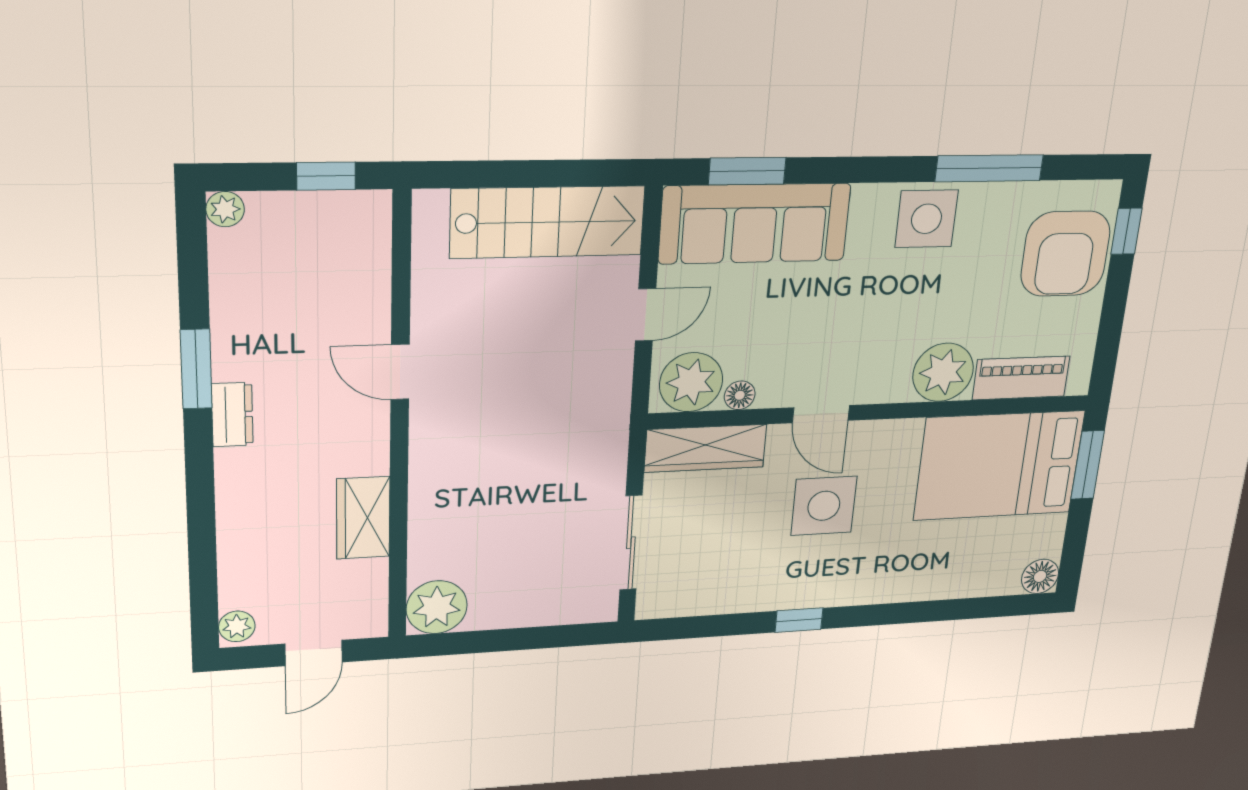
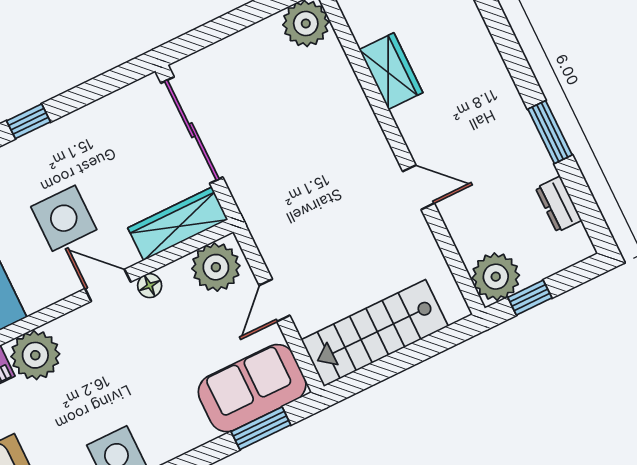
plant: (225, 209) -> (496, 277), moved, width x1.88, depth x1.88
sofa: (755, 224) -> (252, 388), width x0.73
floor lamp: (740, 395) -> (150, 286), moved
dresser: (232, 415) -> (558, 204), moved
sliding door: (631, 543) -> (192, 130), width x1.37

